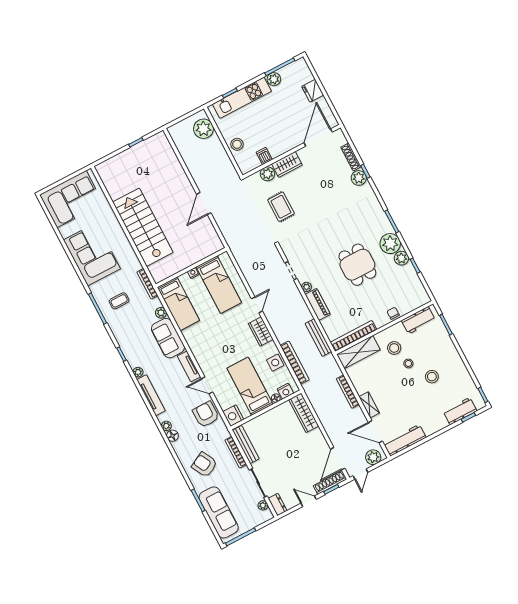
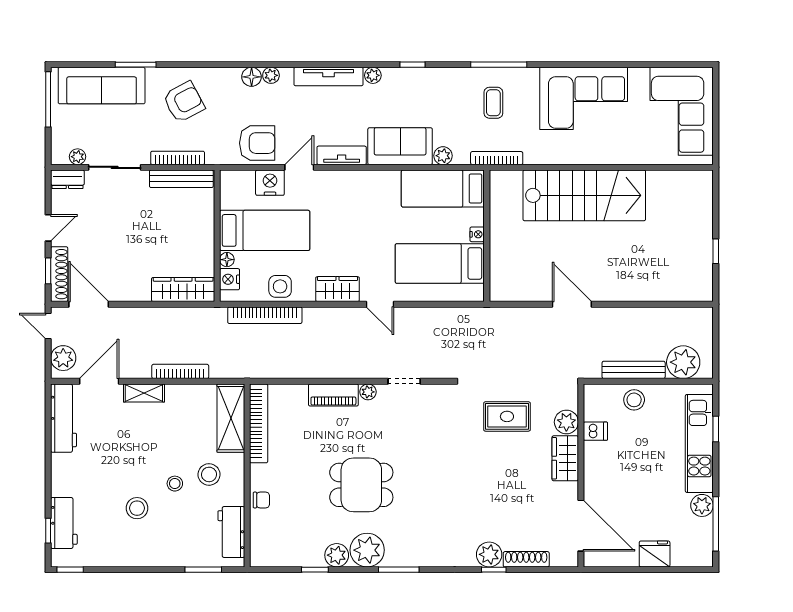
bench: (318, 338) -> (634, 370), moved
nightstand: (233, 416) -> (270, 183), moved

